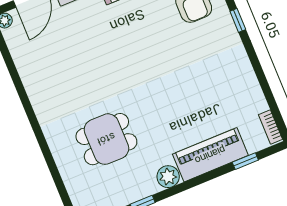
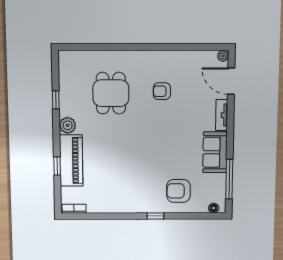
armchair: (78, 77) -> (162, 91), added
window: (245, 161) -> (57, 166), moved

